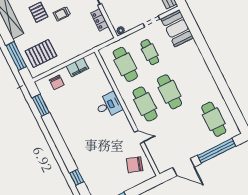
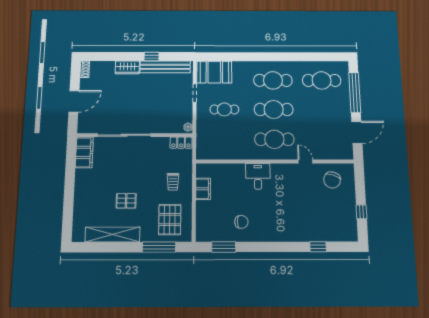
trolley: (62, 14) -> (173, 182), moved
locker: (100, 20) -> (181, 143), moved
cafe table: (125, 64) -> (273, 80), moved
chair: (57, 82) -> (241, 222), moved
door: (139, 137) -> (305, 162), hinge flipped

